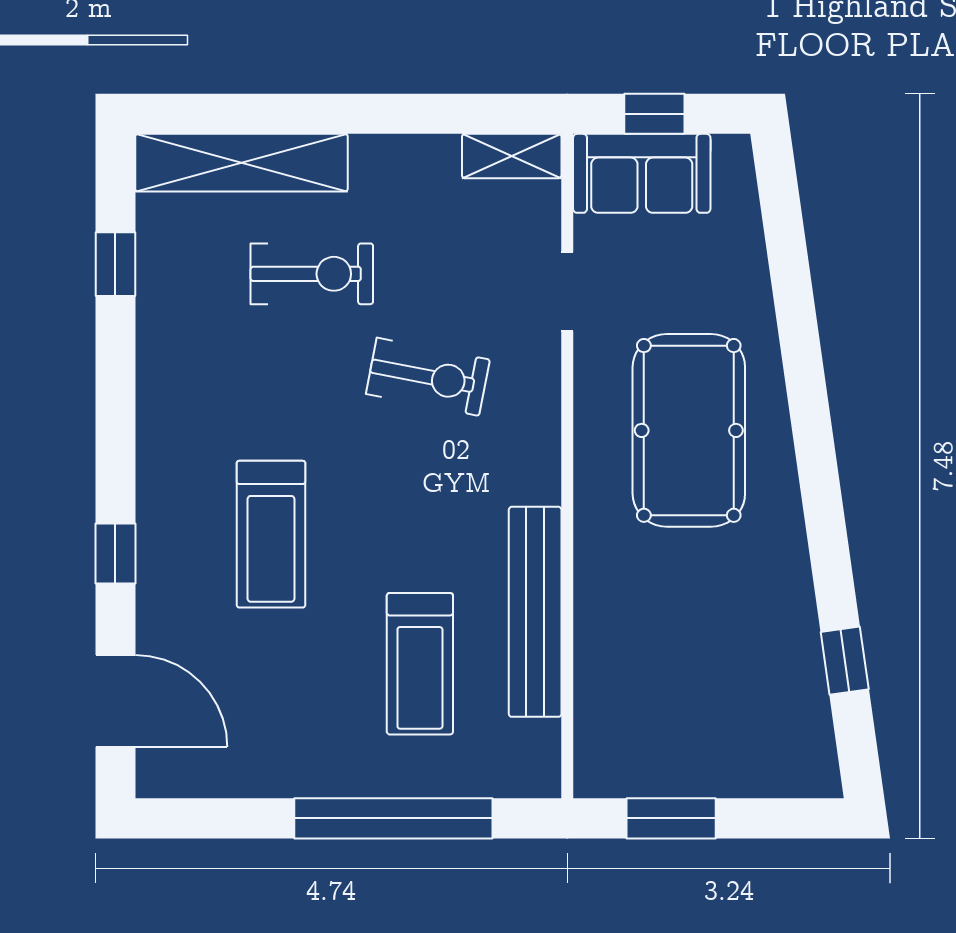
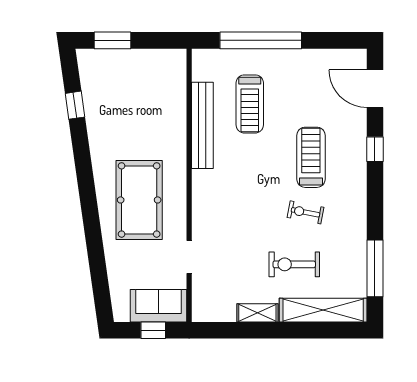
shelving: (512, 156) -> (257, 313), moved
window: (115, 264) -> (375, 268), width x2.17
exercise bike: (428, 377) -> (305, 212), moved, width x0.73, depth x0.72
treadmill: (420, 664) -> (250, 104), turned 180
window: (671, 818) -> (112, 40), moved

